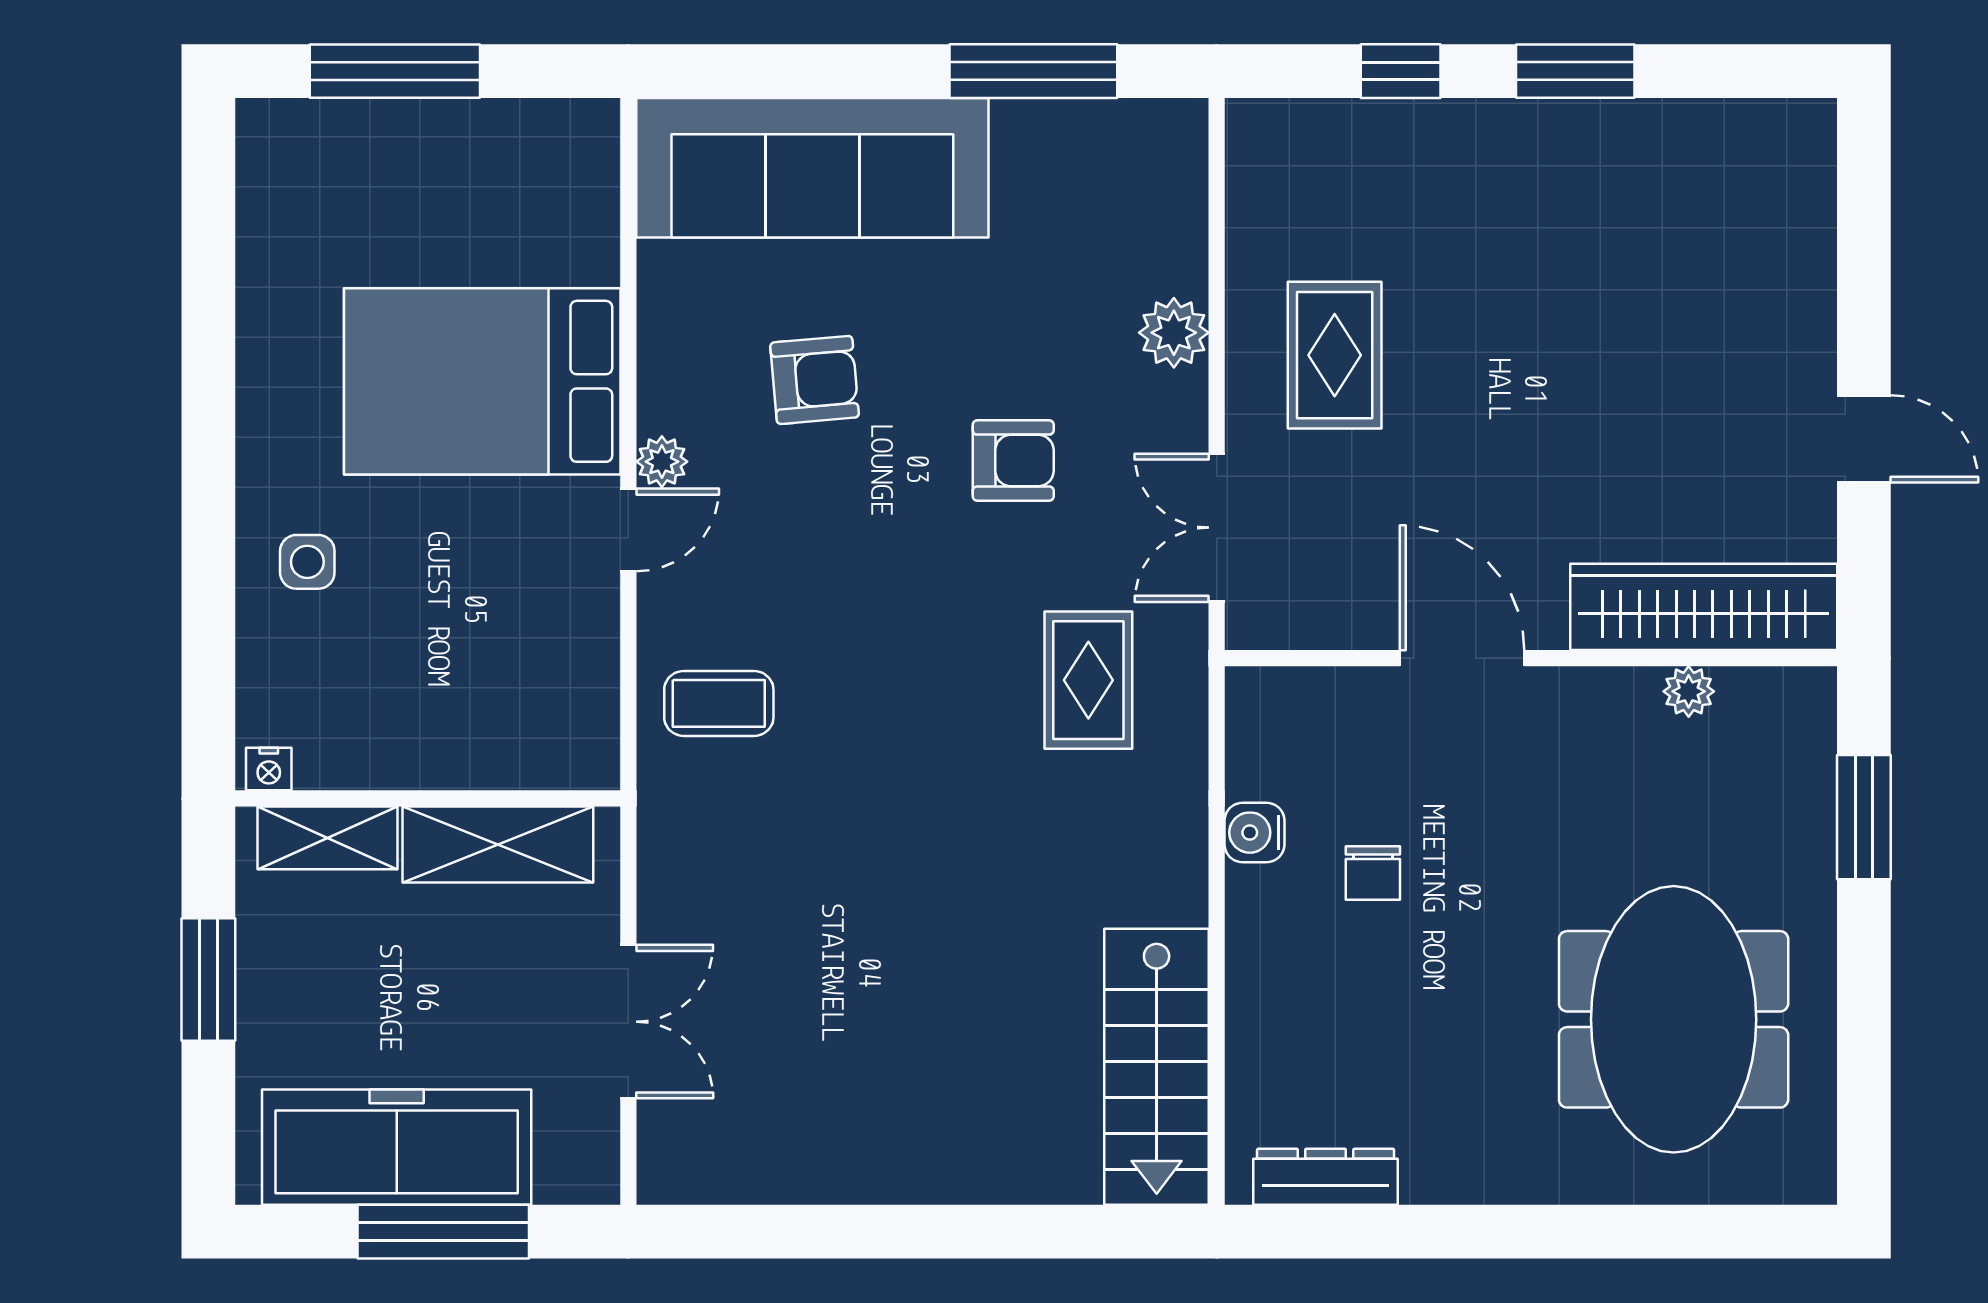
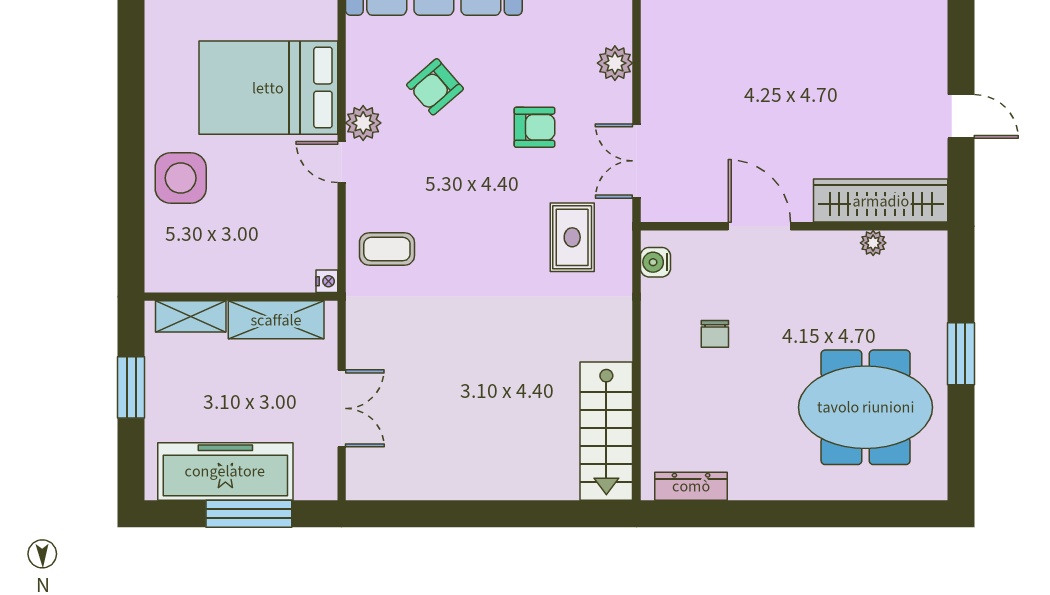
rug: (1335, 355) -> (696, 74), removed
armchair: (815, 380) -> (435, 87), turned 144
plant: (662, 462) -> (363, 123), width x1.38, depth x1.38
door: (628, 530) -> (342, 162), swing flipped
side table: (307, 562) -> (181, 178), width x1.87, depth x1.87
nightstand: (269, 769) -> (327, 281), moved, turned -90
window: (1864, 817) -> (961, 354), moved
water cooler: (1255, 833) -> (655, 262), moved
meeting table: (1674, 1019) -> (866, 407), turned 90

